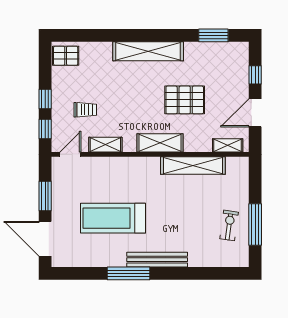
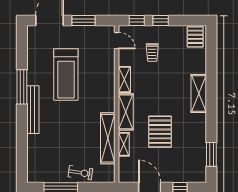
shelving: (148, 51) -> (199, 94), width x0.68
shelving: (105, 145) -> (124, 80), moved
shelving: (228, 145) -> (124, 144), moved
treadmill: (113, 218) -> (66, 74), turned 180
exercise bike: (229, 225) -> (80, 173), moved

